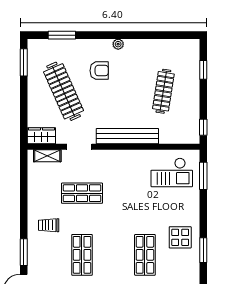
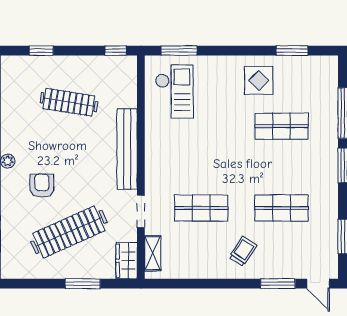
window: (24, 62) -> (83, 284), moved
shop shelf: (82, 193) -> (201, 208), turned 90
trolley: (49, 225) -> (243, 251), turned -147
window: (203, 250) -> (292, 51), moved

